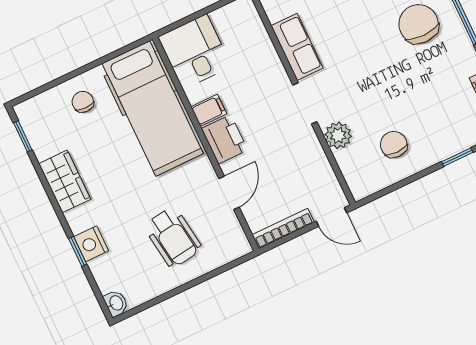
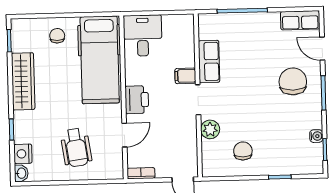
filing cabinet: (209, 110) -> (185, 76), moved, turned 180
wardrobe: (65, 181) -> (23, 81), width x1.50
bookcase: (283, 228) -> (141, 173), width x0.64
nightstand: (91, 244) -> (23, 154), moved

